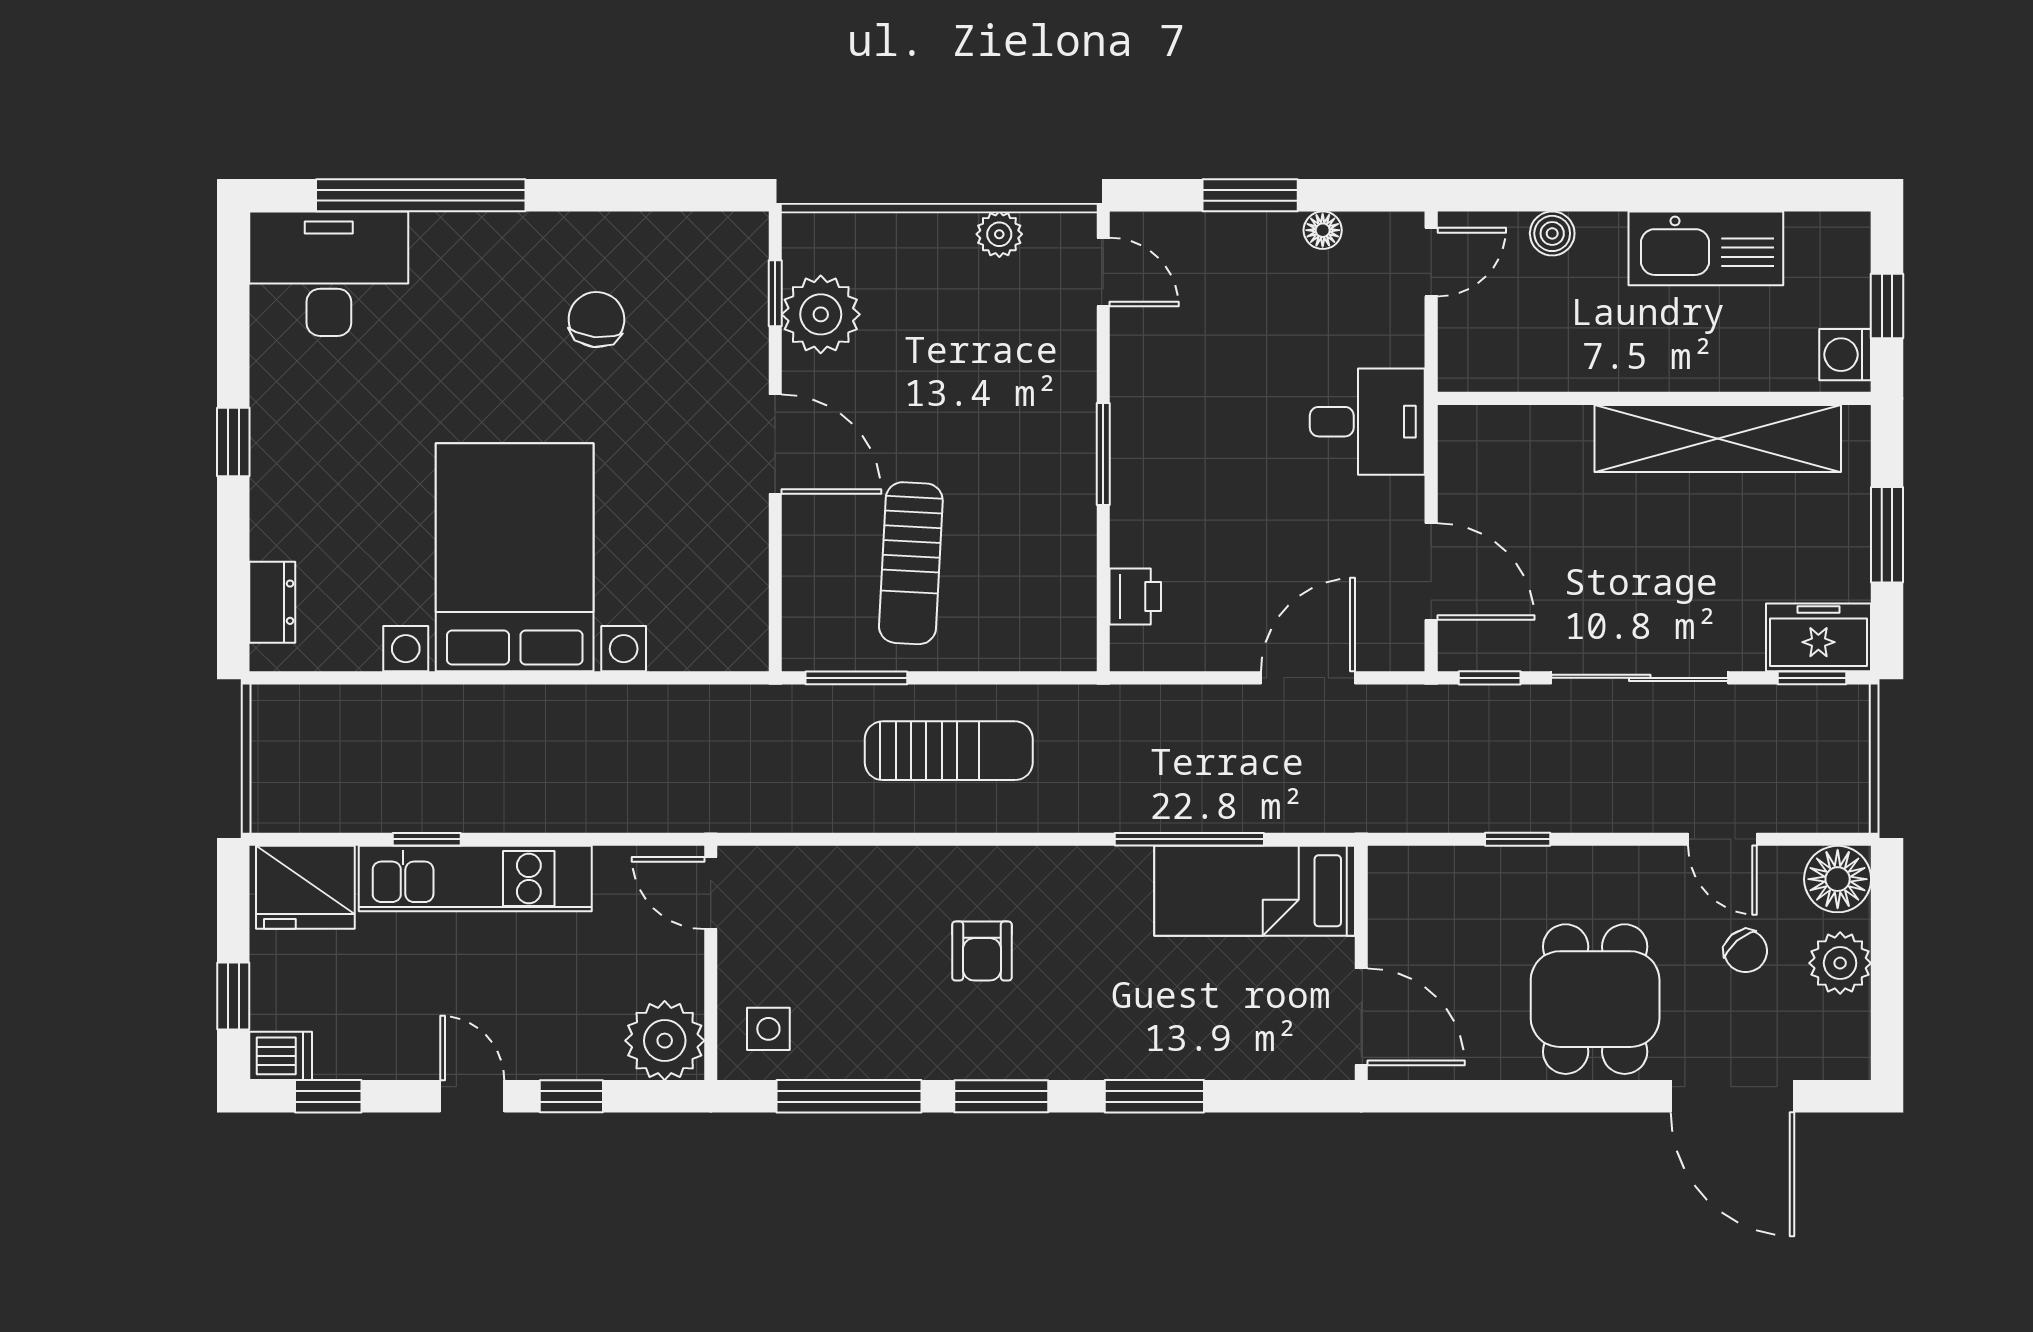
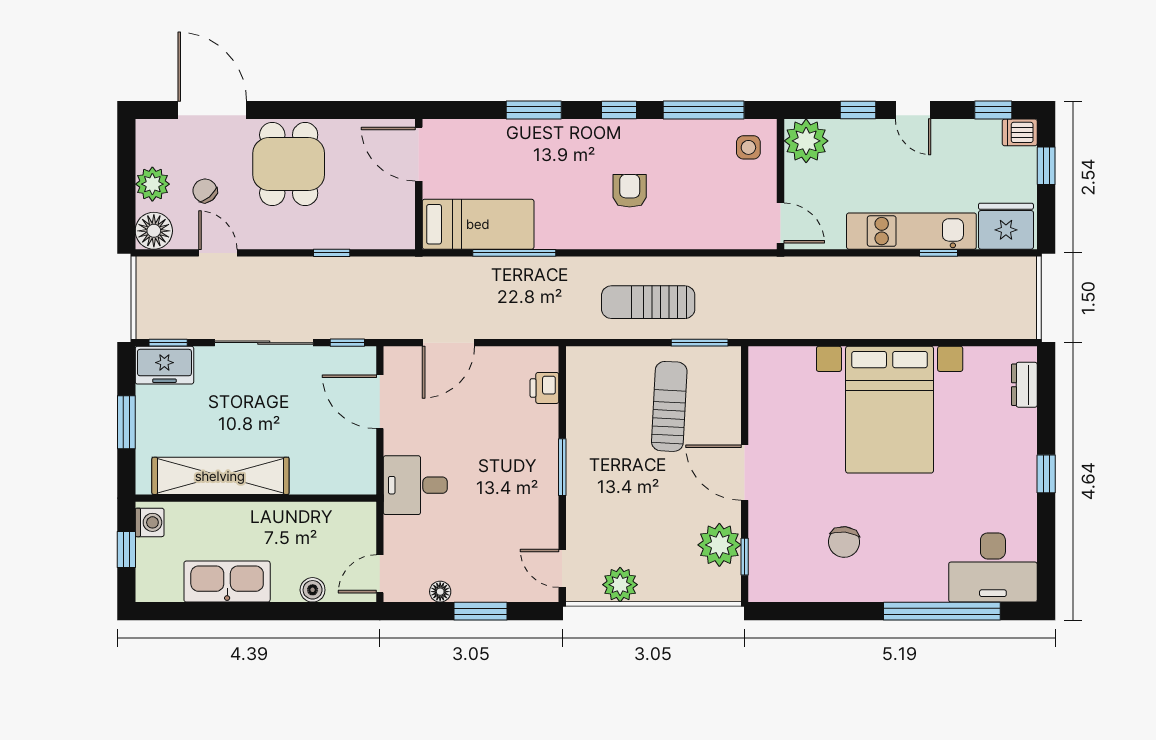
plant: (999, 234) -> (620, 585), width x1.38, depth x1.38
window: (1001, 1096) -> (619, 110), width x0.67

